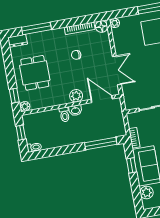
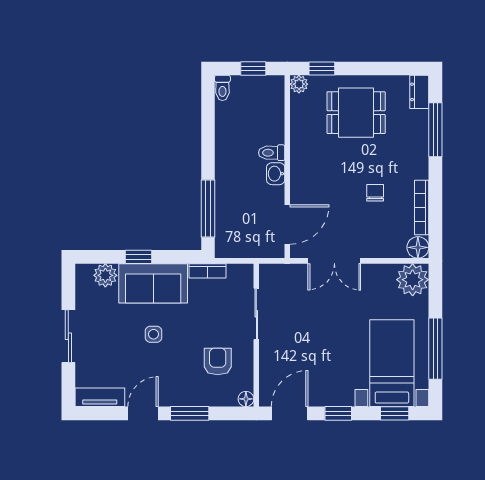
plant: (115, 23) -> (413, 280), width x1.88, depth x1.88
plant: (76, 96) -> (302, 180), removed
window: (132, 165) -> (138, 257), moved

